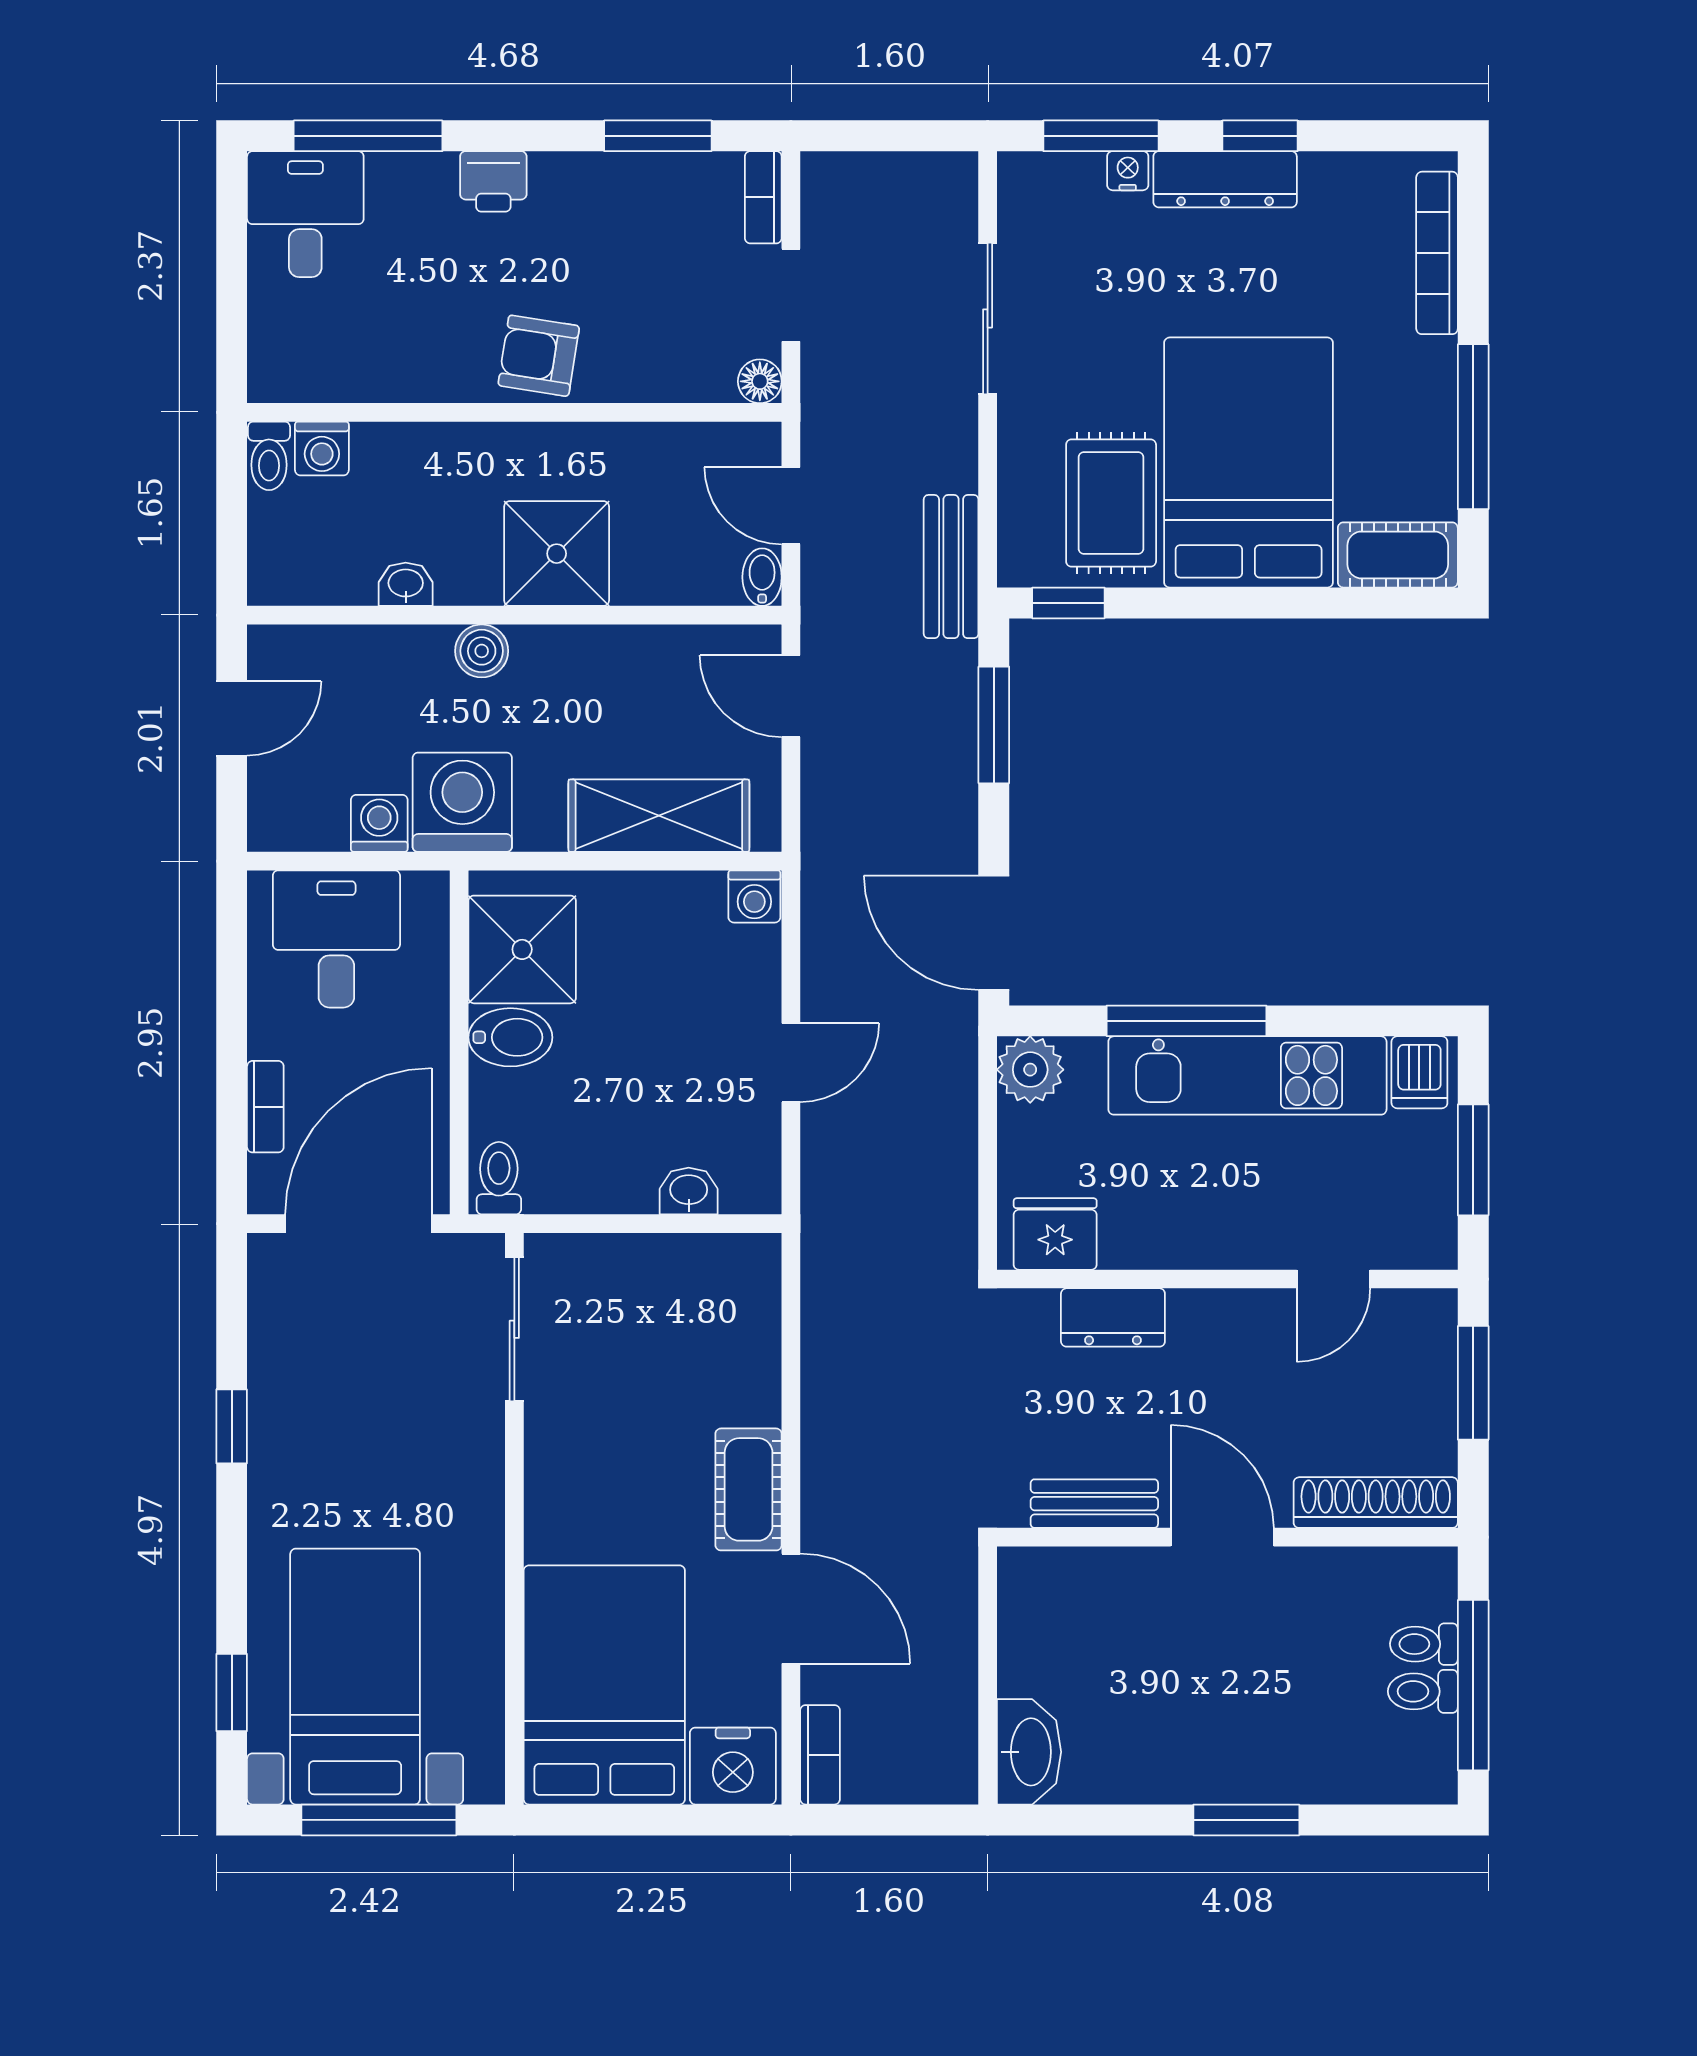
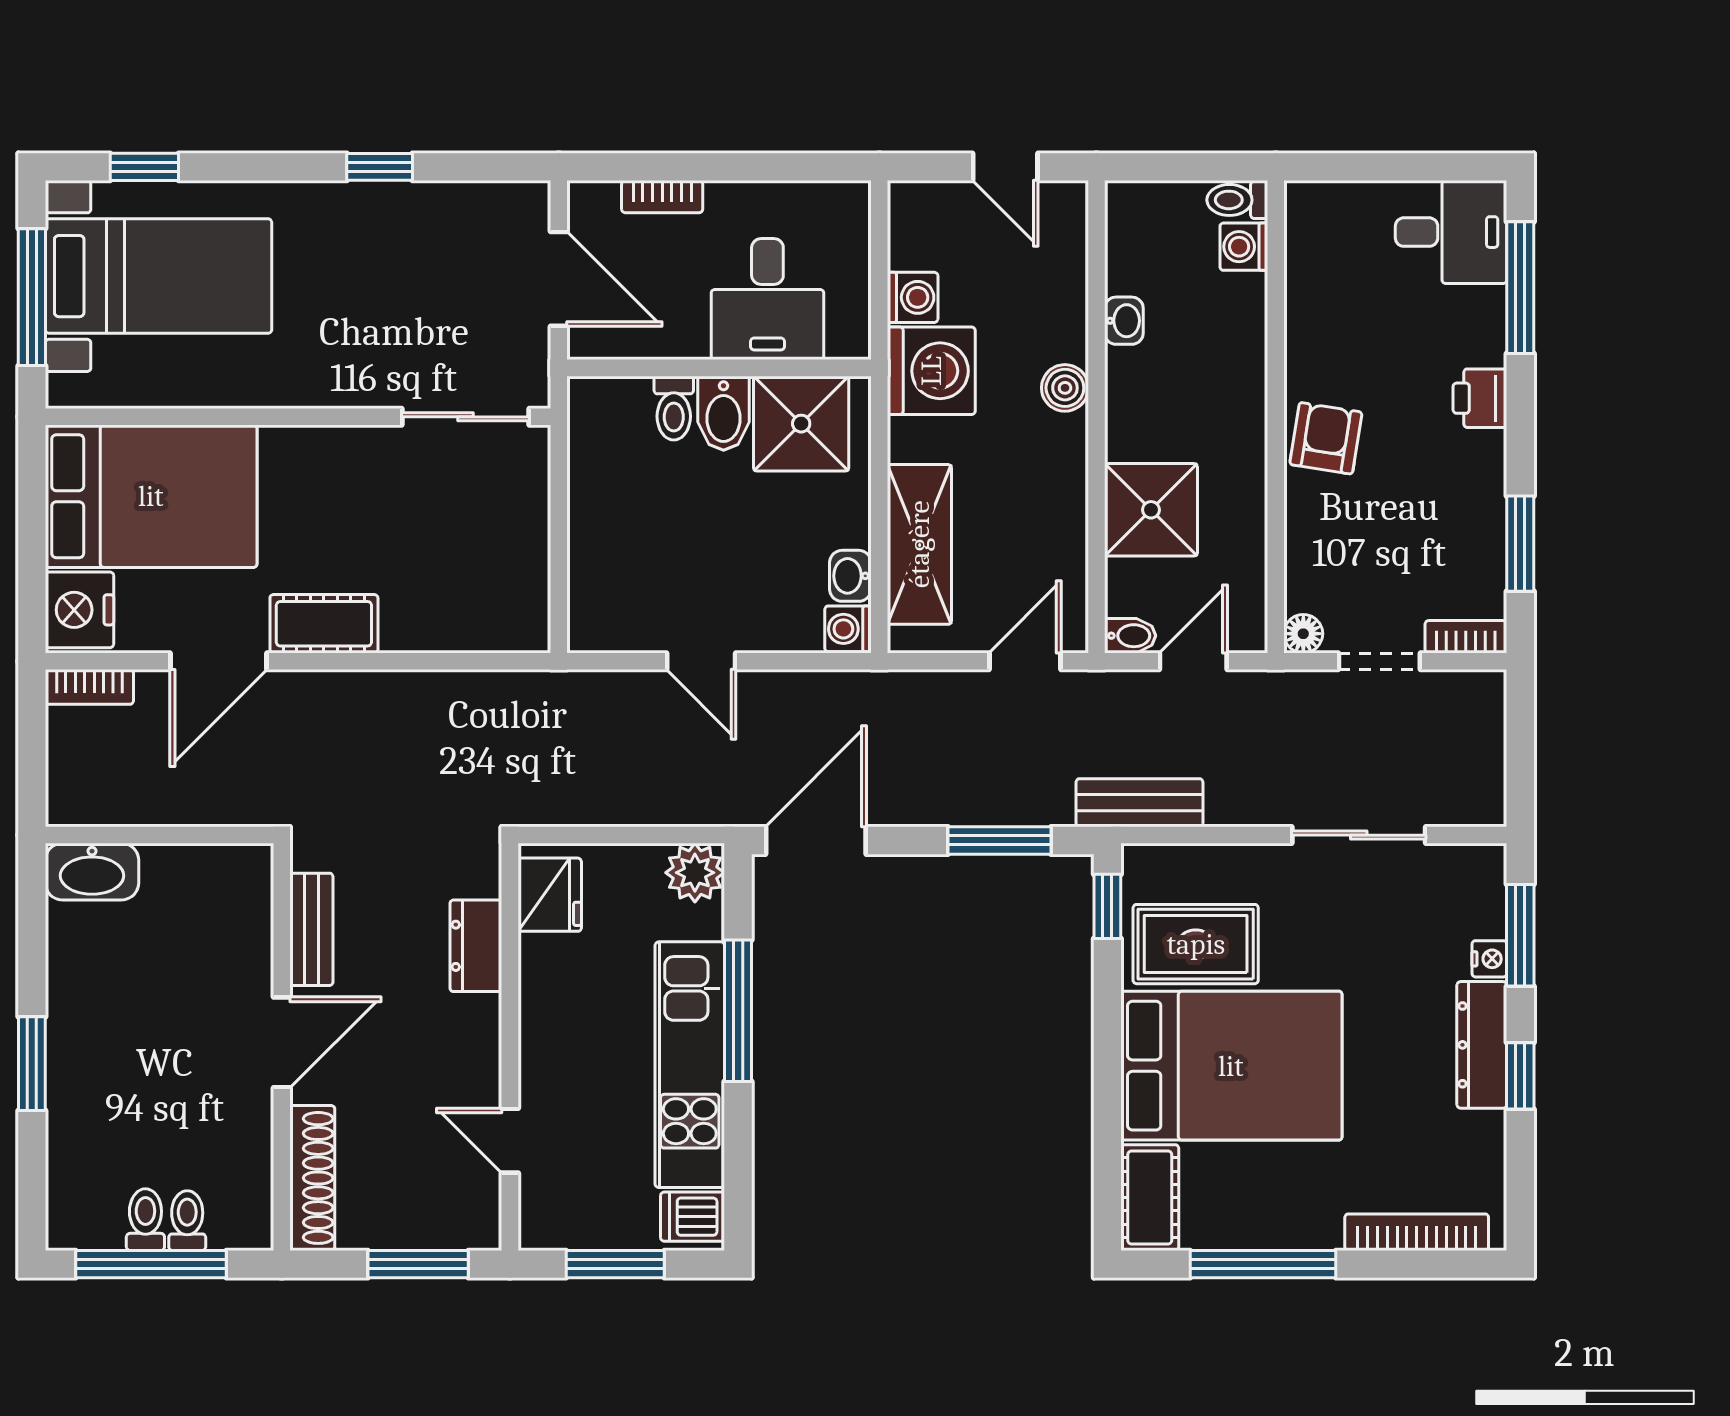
shower: (557, 554) -> (1151, 510), moved
desk: (336, 939) -> (767, 299), moved, turned 90
toilet: (499, 1178) -> (674, 408), moved, turned 90
washbasin: (689, 1191) -> (850, 576), moved, turned 180
door: (358, 1224) -> (559, 279), width x0.73

